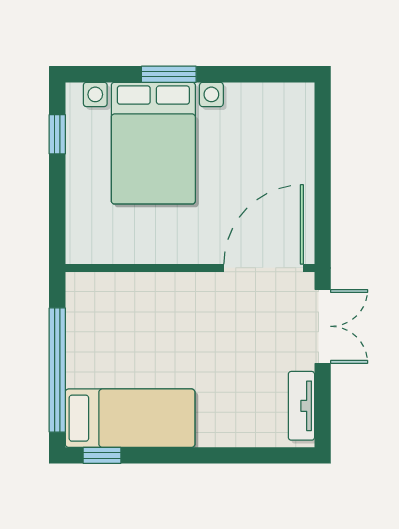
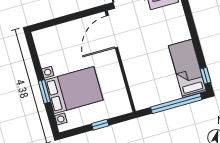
window: (57, 134) -> (100, 125), moved
door: (264, 268) -> (112, 32), hinge flipped

